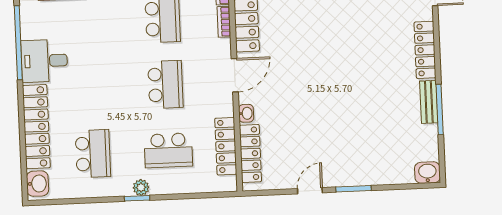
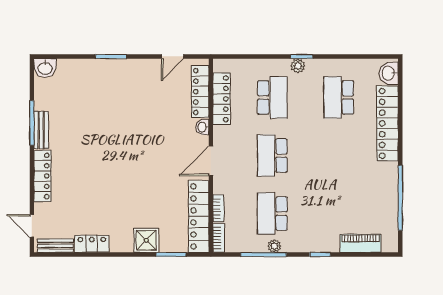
desk: (44, 61) -> (378, 181), removed
school desk: (168, 150) -> (272, 97), turned 90
door: (310, 191) -> (173, 56), moved

